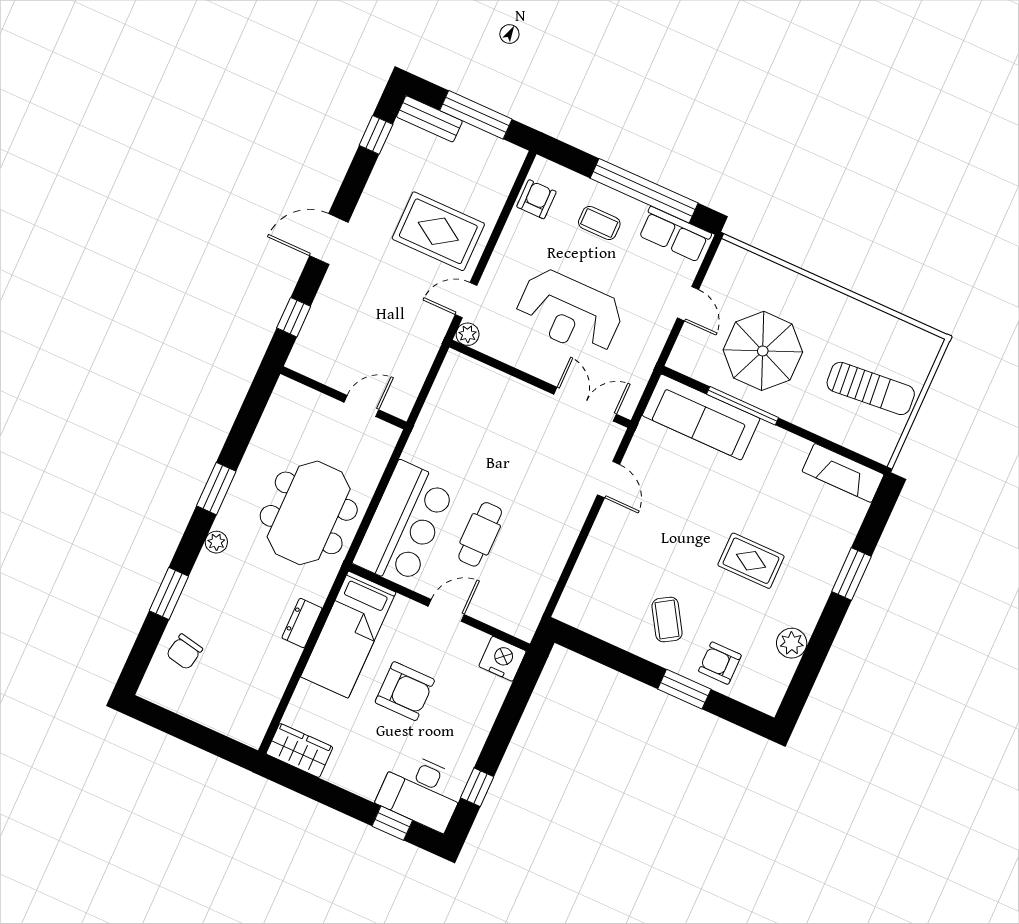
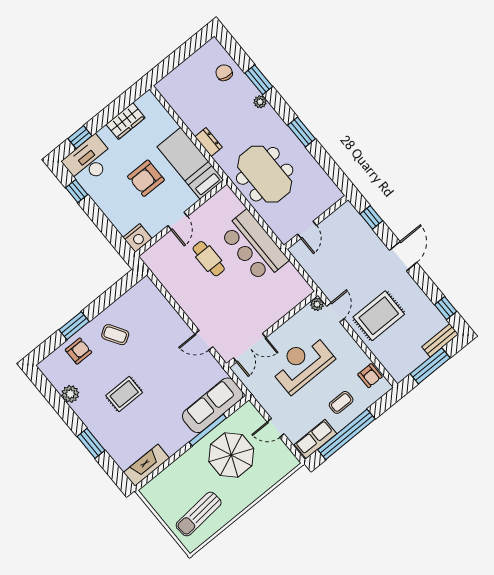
sun lounger: (871, 388) -> (199, 514), moved
bar counter: (404, 524) -> (254, 246), moved
plant: (216, 542) -> (260, 102), moved
wardrobe: (299, 750) -> (126, 121), moved

